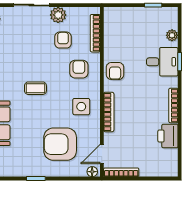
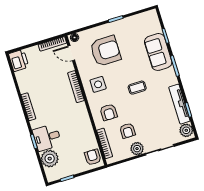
plant: (172, 35) -> (50, 159), width x1.88, depth x1.88
armchair: (115, 71) -> (93, 157), moved
printer: (168, 136) -> (19, 60), moved
door: (102, 154) -> (71, 53), swing flipped

